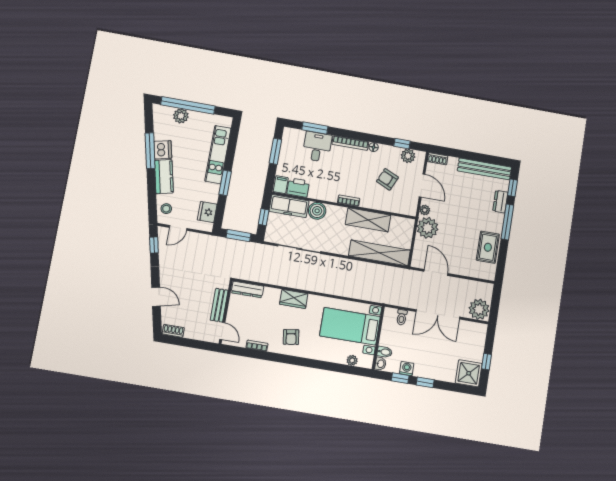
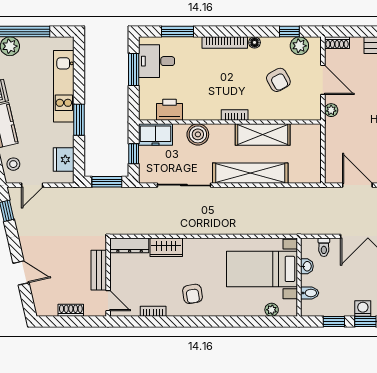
desk: (317, 147) -> (157, 61), moved, turned -90
armchair: (387, 179) -> (278, 80), turned -143
filing cabinet: (281, 185) -> (148, 110), removed
freezer: (289, 206) -> (156, 135), width x0.71
plant: (428, 228) -> (338, 132), removed
shelving: (379, 253) -> (250, 173), moved
wardrobe: (294, 299) -> (166, 247), moved
shoe rack: (173, 331) -> (71, 310), moved
washbasin: (380, 364) -> (307, 266), moved
washing machine: (407, 369) -> (363, 308), moved

